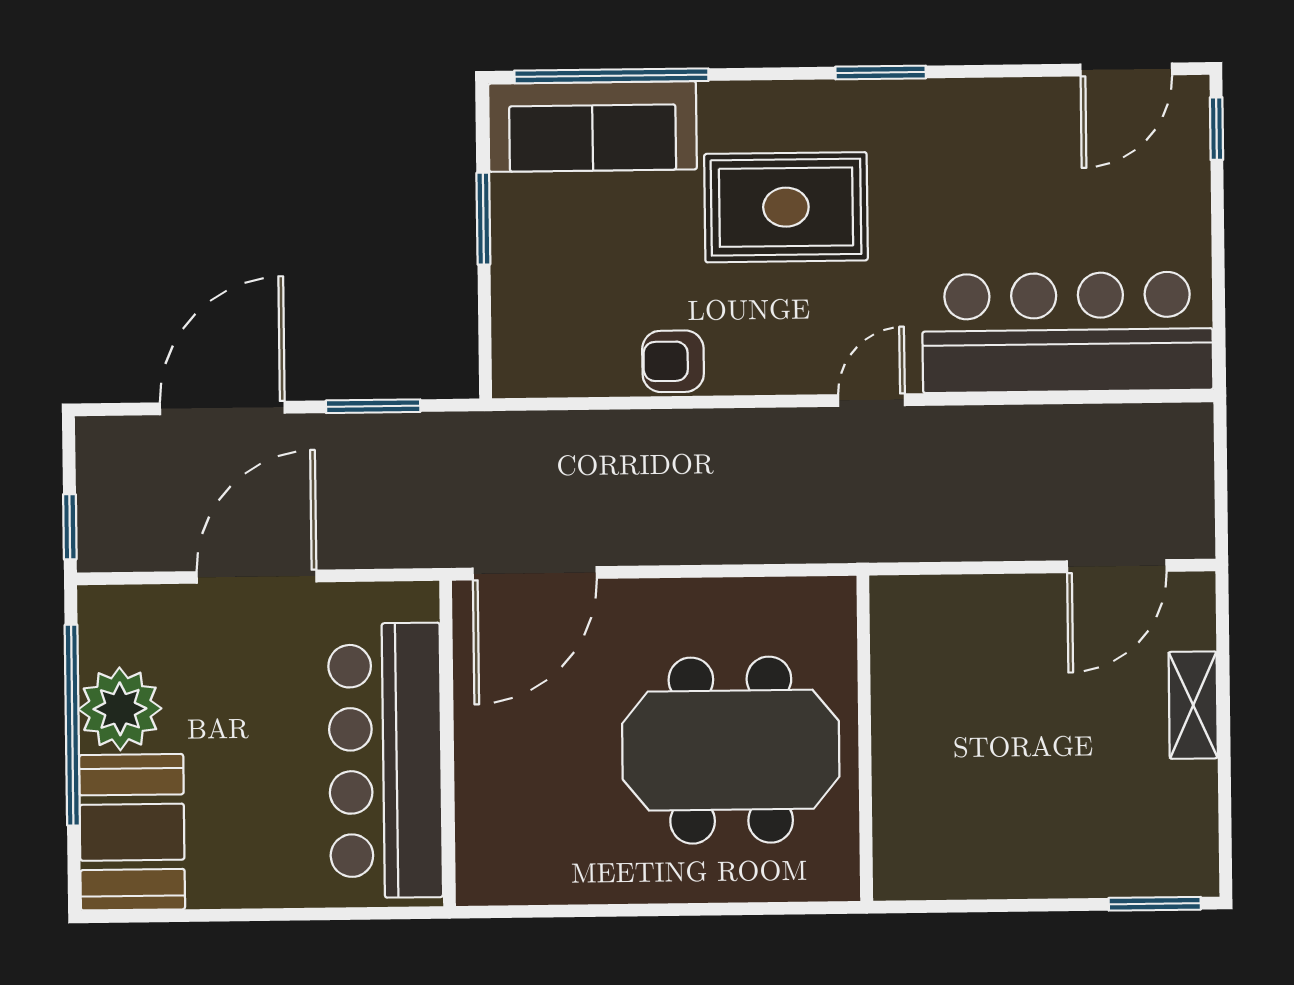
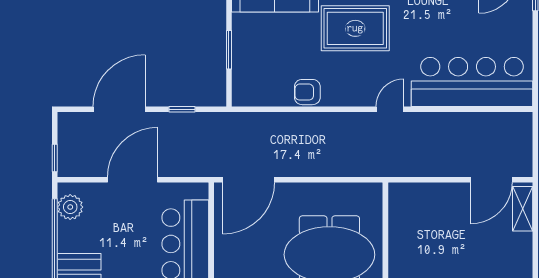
window: (483, 219) -> (229, 50), moved
window: (373, 406) -> (182, 109), width x0.67
shelving: (1193, 705) -> (523, 209), moved
plant: (120, 709) -> (70, 207), moved, width x0.73, depth x0.73

